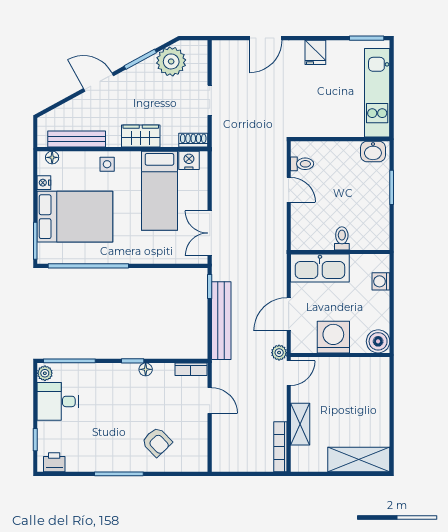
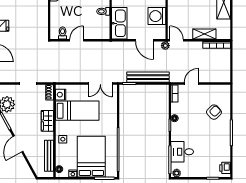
desk: (58, 401) -> (182, 152), moved, turned 90

